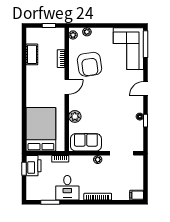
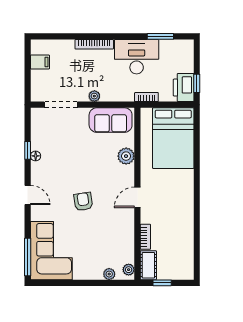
cot: (32, 54) -> (148, 265), moved
armchair: (90, 64) -> (83, 202), moved, width x0.53, depth x0.53
door: (146, 89) -> (28, 195), hinge flipped
desk: (67, 188) -> (137, 57), width x1.37
filing cabinet: (137, 195) -> (40, 62), moved

